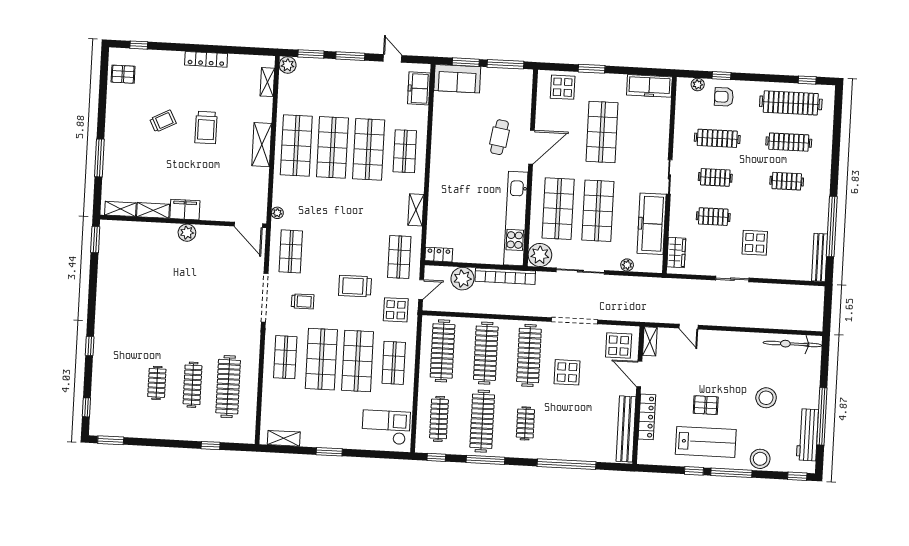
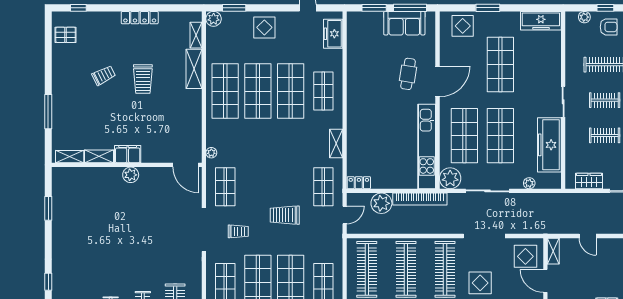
window: (350, 56) -> (270, 8), removed
sofa: (457, 79) -> (404, 23), moved
armchair: (724, 97) -> (609, 27), turned 180
shelving: (262, 145) -> (194, 69), moved
window: (95, 239) -> (48, 208), moved
wardrobe: (676, 253) -> (589, 181), moved, turned -90
display table: (396, 310) -> (264, 27), moved

